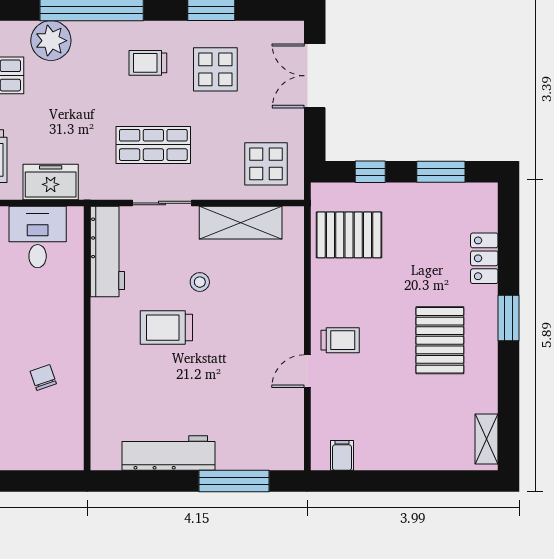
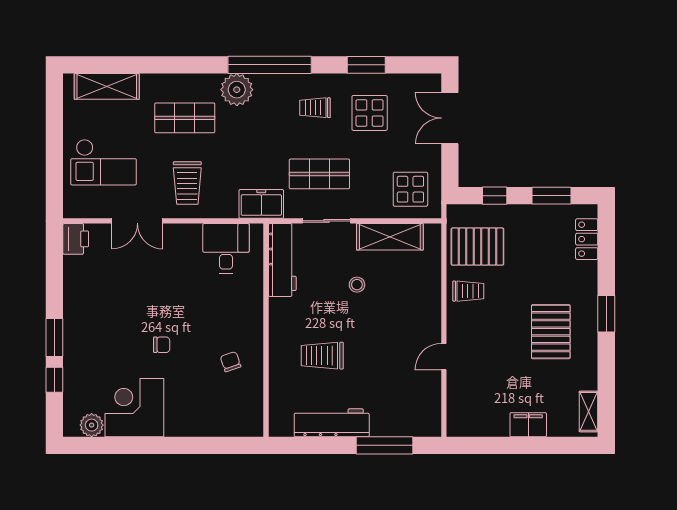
freezer: (51, 182) -> (261, 204), moved
locker: (484, 258) -> (587, 239), moved
trolley: (166, 328) -> (322, 356), moved
trolley: (340, 340) -> (468, 291), moved
filing cabinet: (342, 455) -> (528, 425), moved, width x2.00

